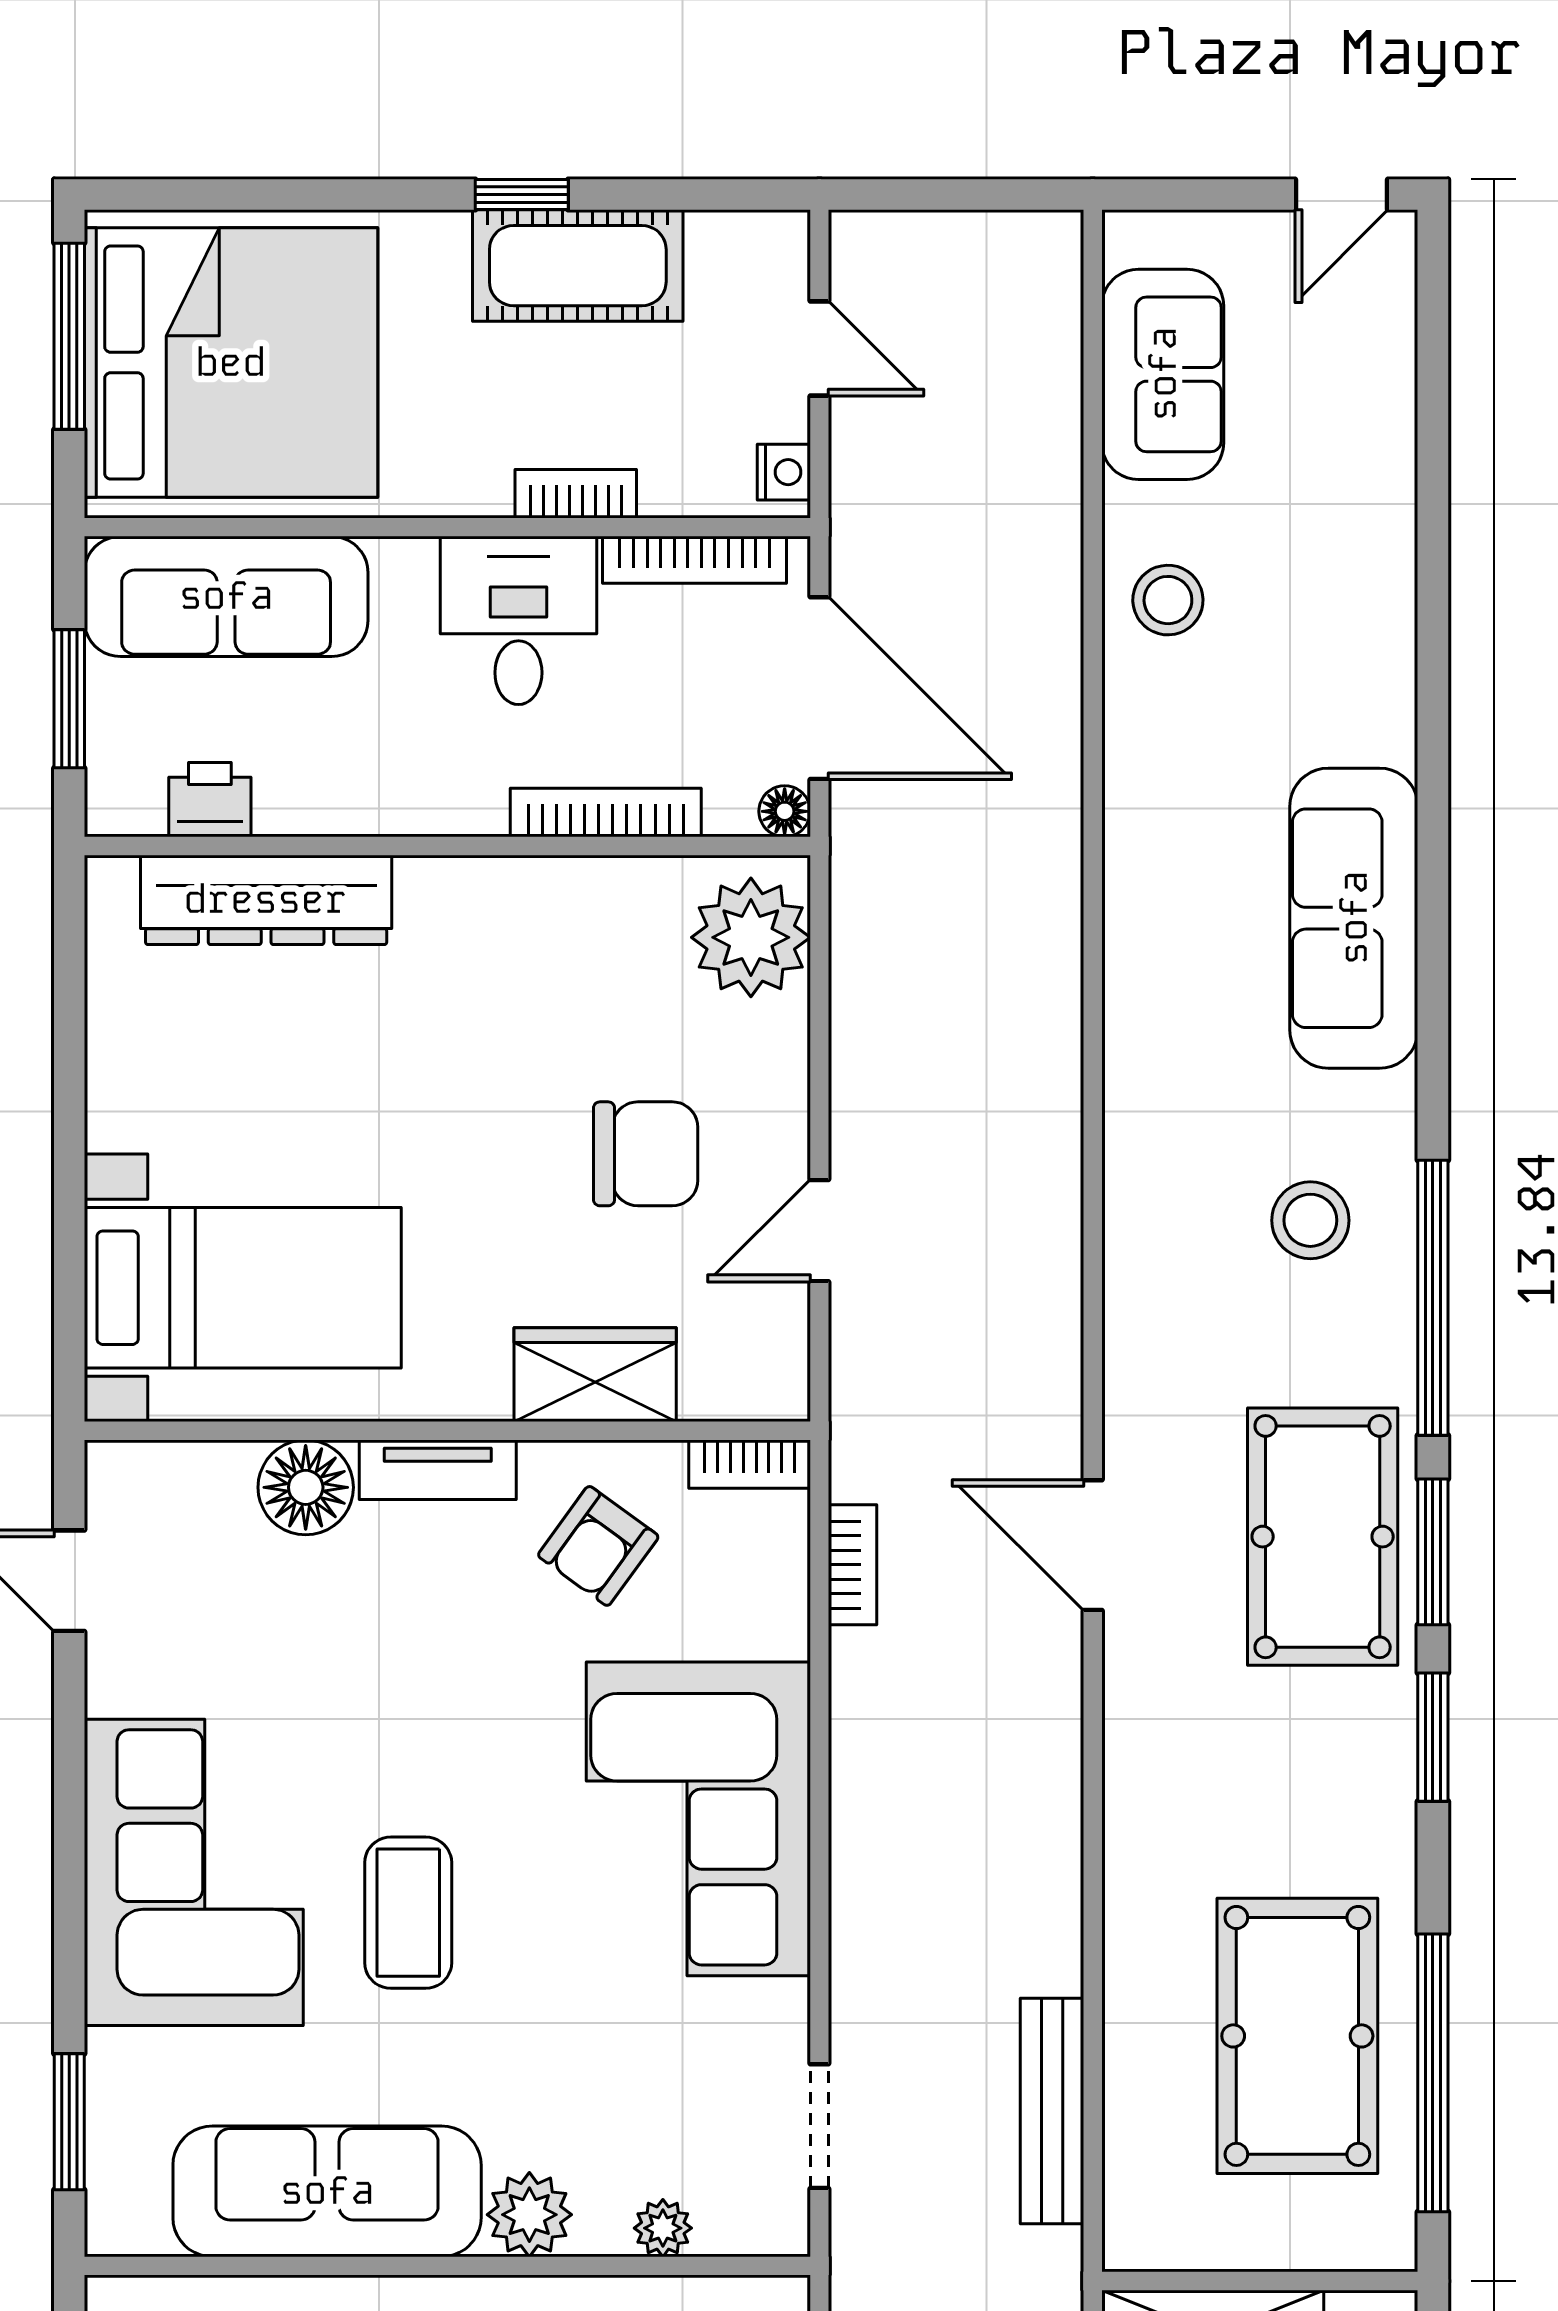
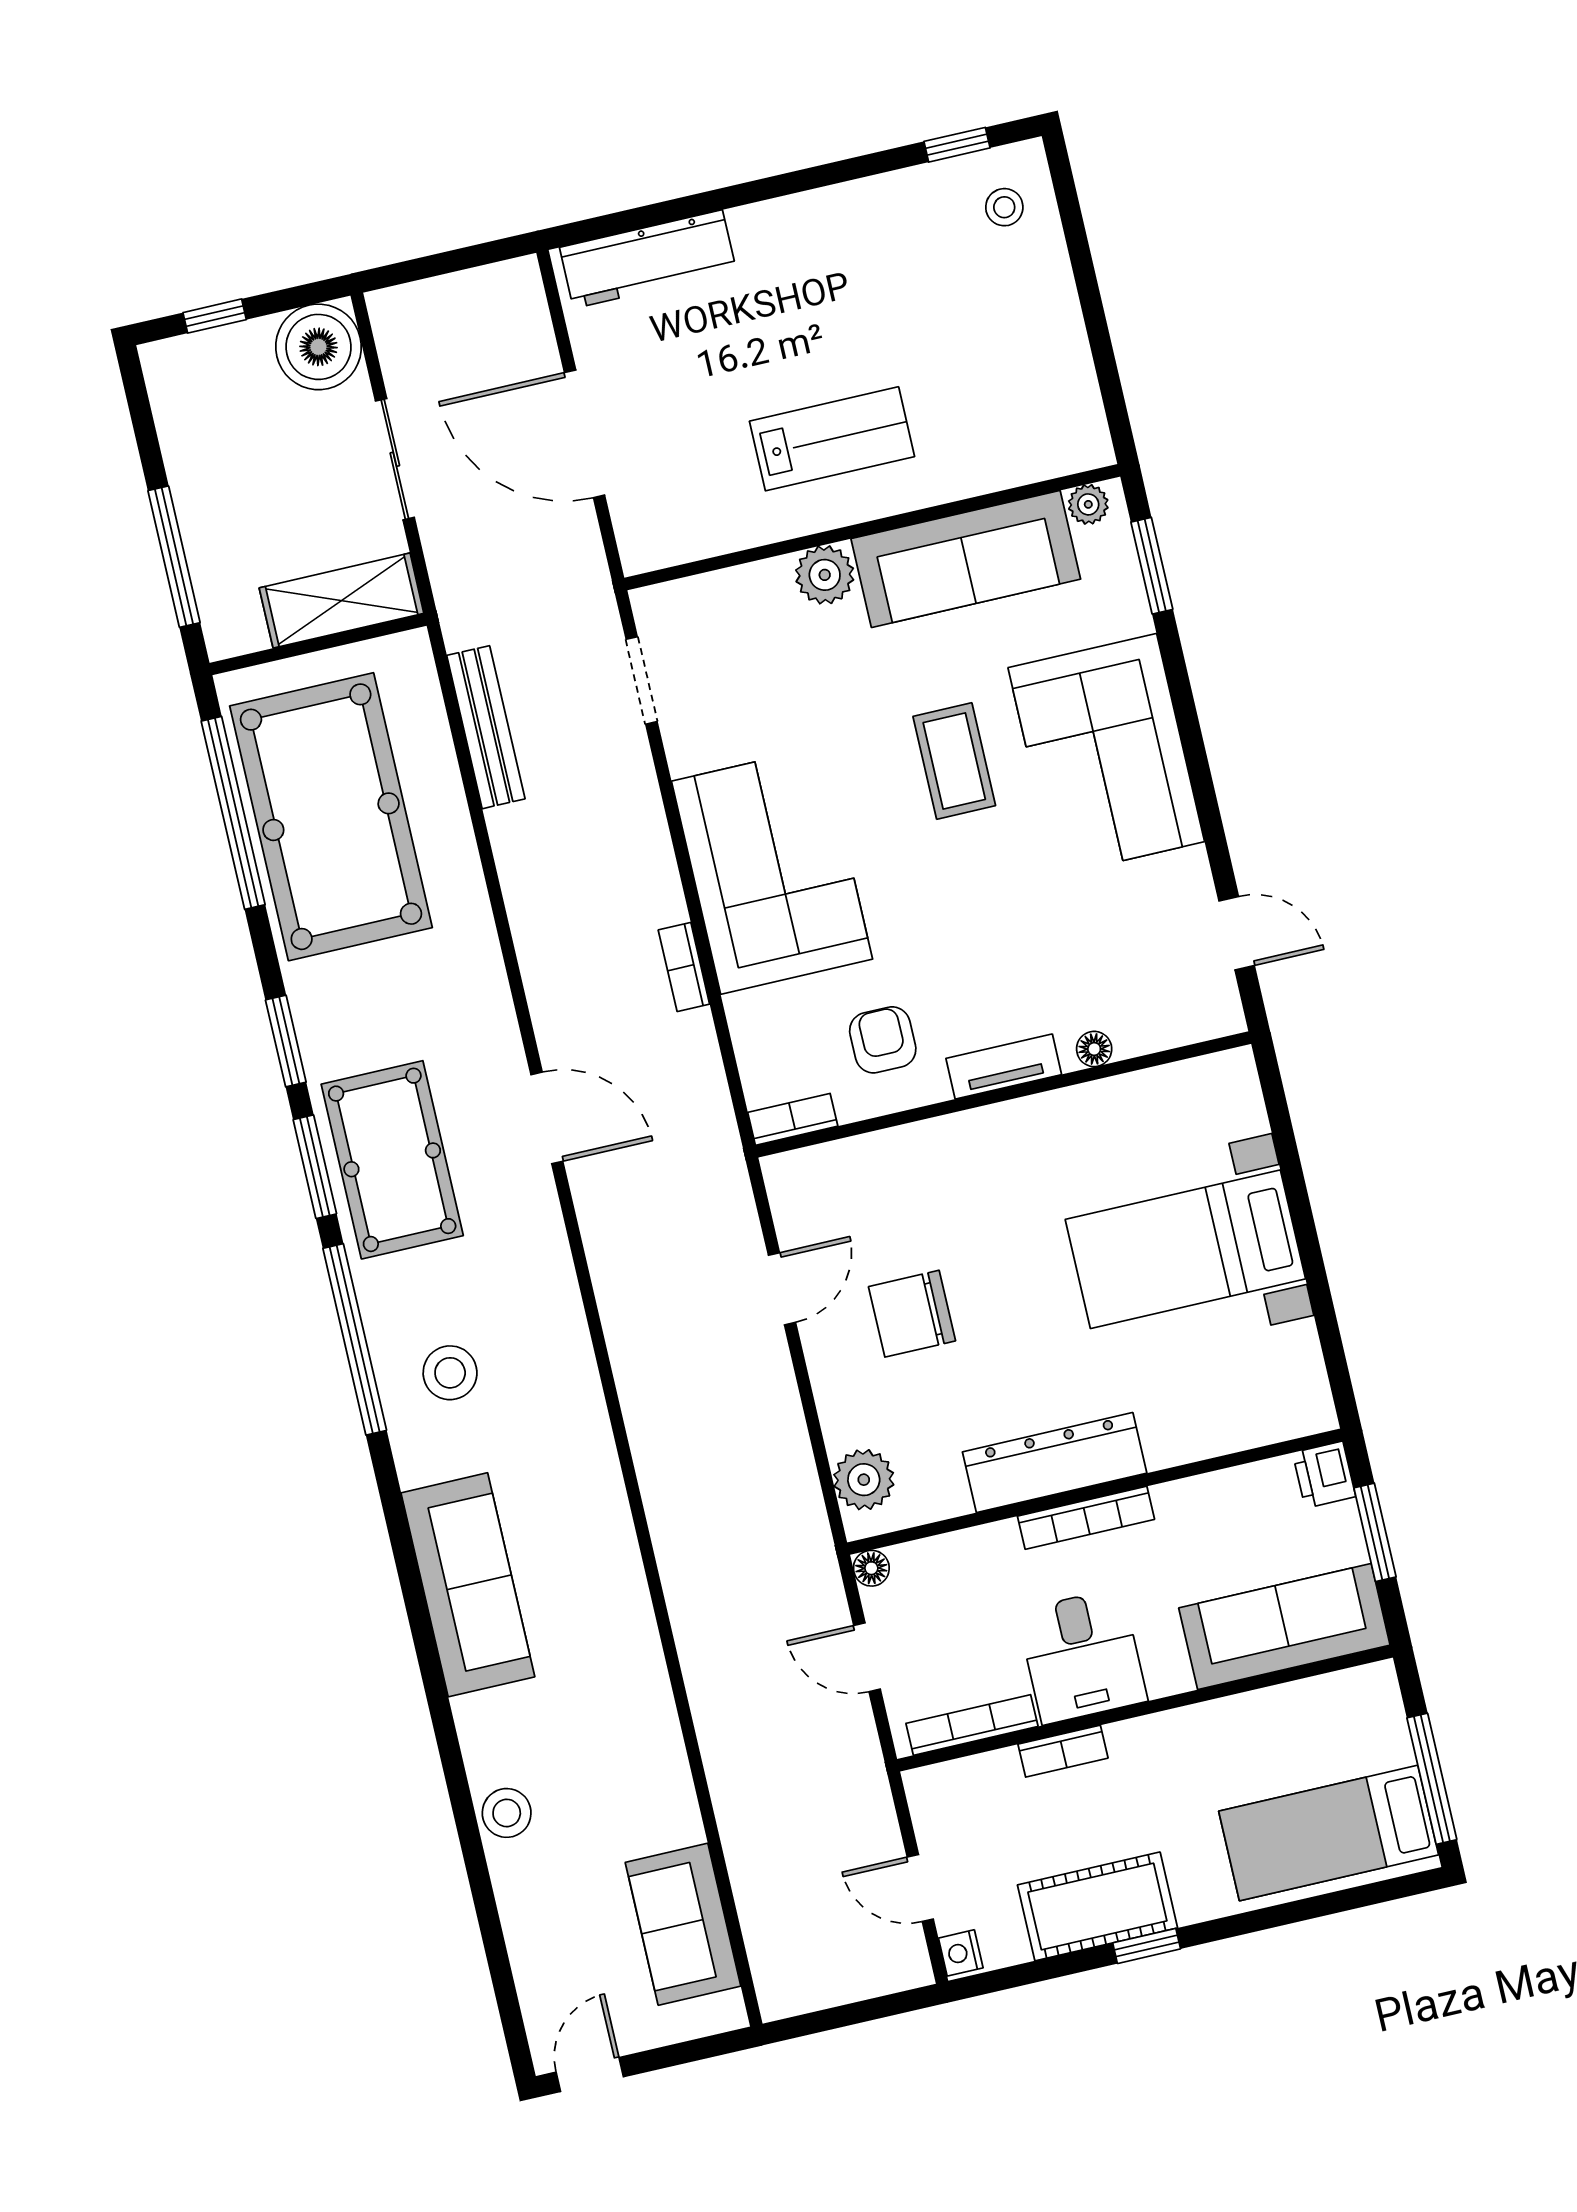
bed: (231, 363) -> (1329, 1833), width x0.49
nightstand: (784, 472) -> (961, 1953), moved
stool: (1168, 600) -> (507, 1813), moved
door: (819, 688) -> (867, 1657), width x0.53
printer: (210, 800) -> (1324, 1475), moved, turned 90
bookcase: (606, 813) -> (1086, 1518), moved
dresser: (266, 900) -> (1055, 1462), moved
plant: (751, 937) -> (864, 1480), width x0.73, depth x0.73
bed with nightstands: (243, 1288) -> (1185, 1249), moved
wardrobe: (595, 1375) -> (912, 1156), removed
floor lamp: (306, 1487) -> (1094, 1049), width x0.53, depth x0.53
armchair: (598, 1546) -> (883, 1040), turned -36
bookcase: (853, 1565) -> (684, 967), moved
pool table: (1297, 2036) -> (331, 817), width x1.36, depth x1.32
plant: (663, 2228) -> (1088, 504), moved

